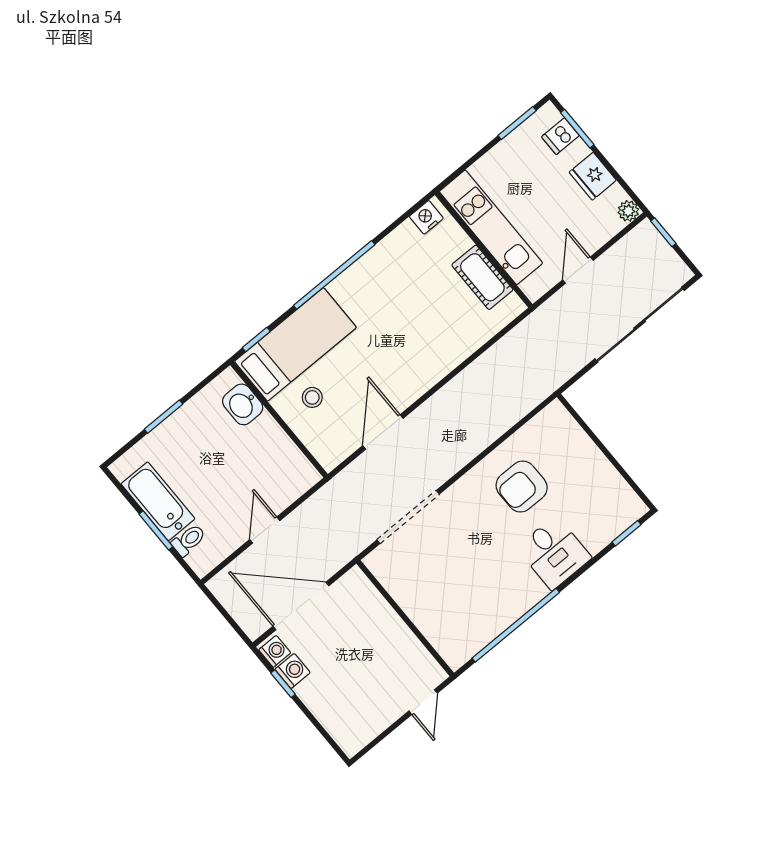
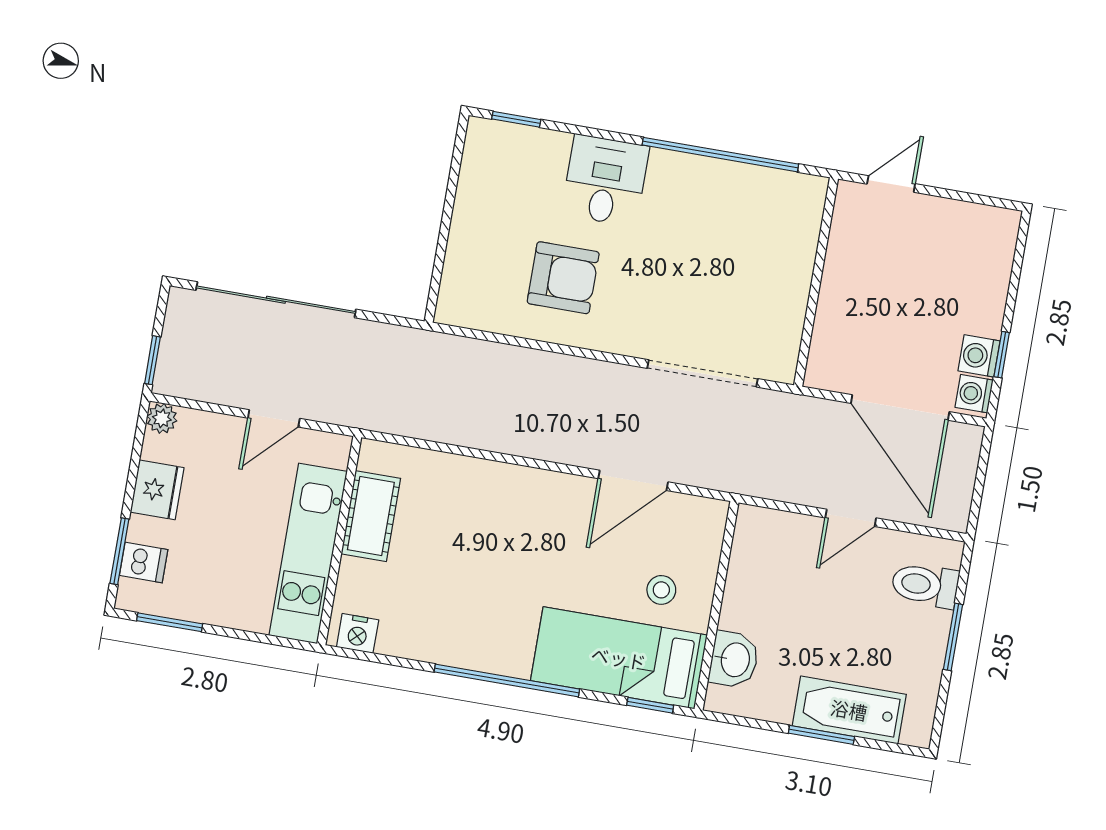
bathtub: (158, 501) -> (849, 710), moved, turned 90
toilet: (189, 540) -> (925, 585), width x1.37, depth x1.39

